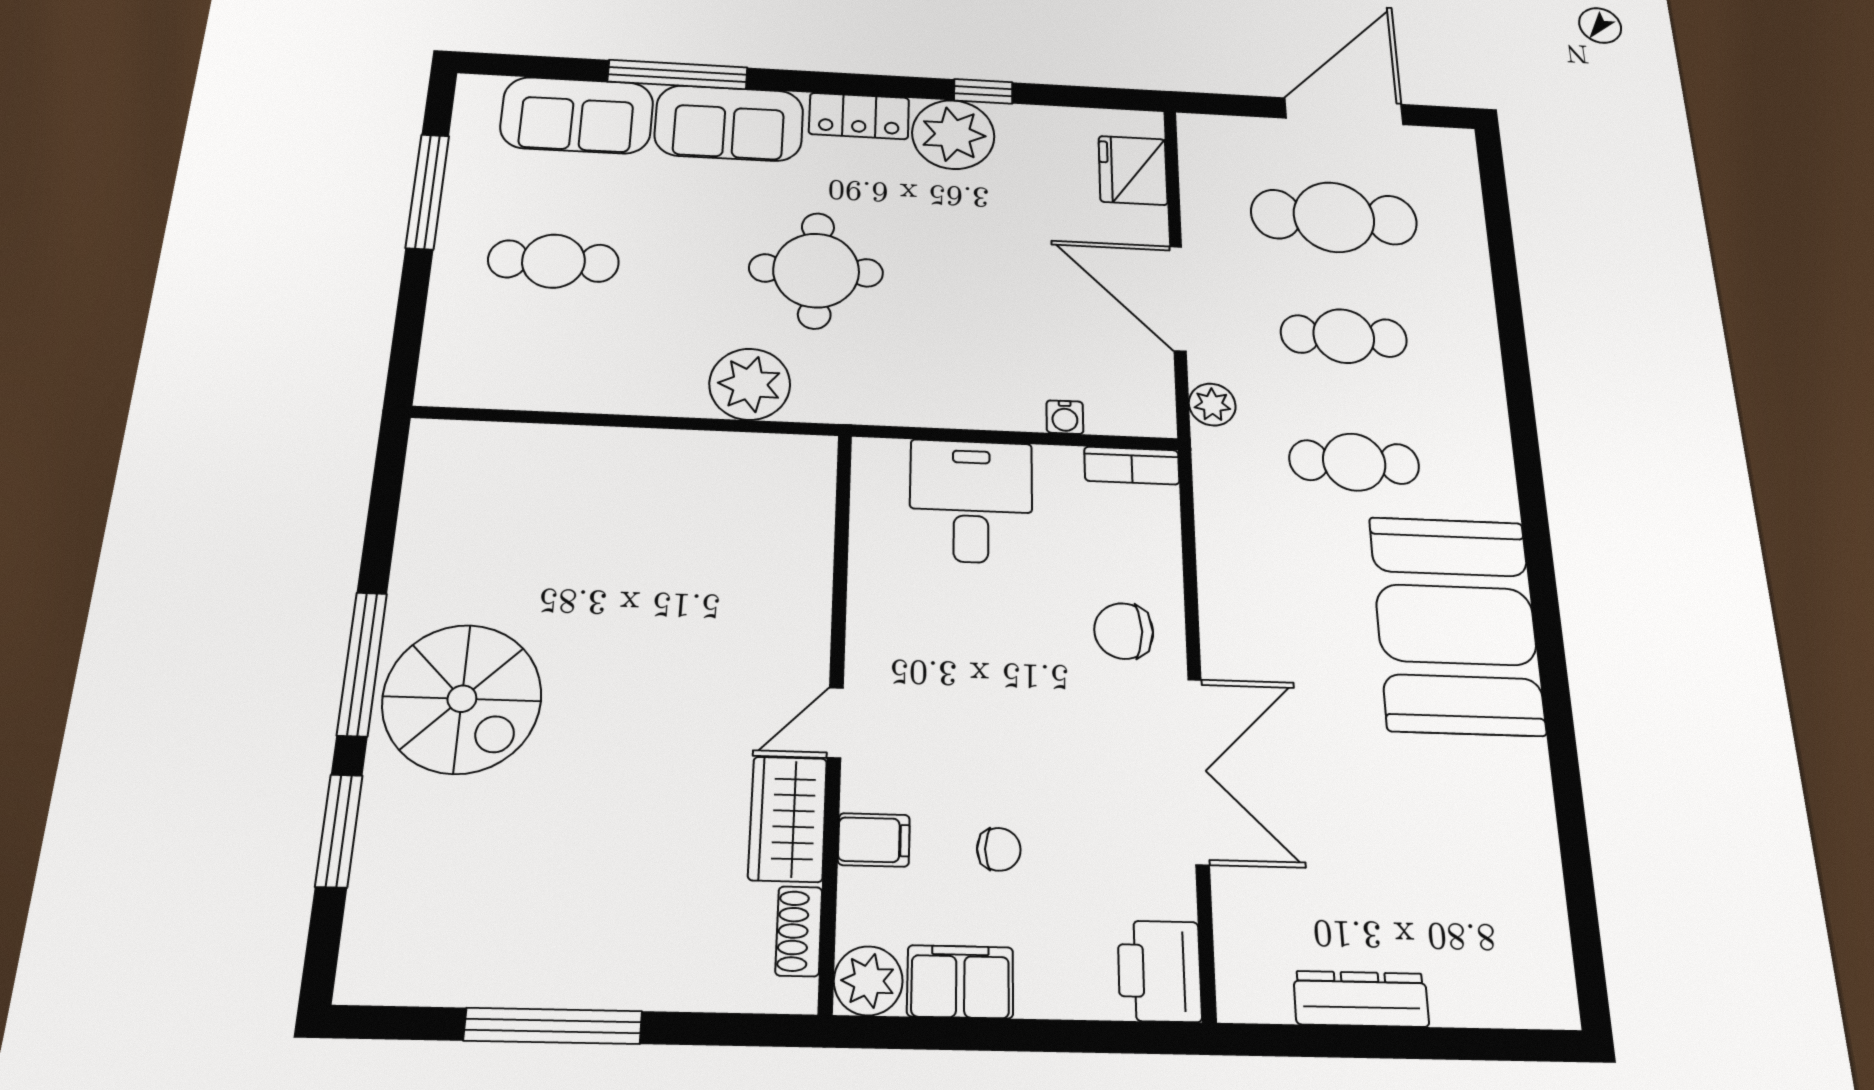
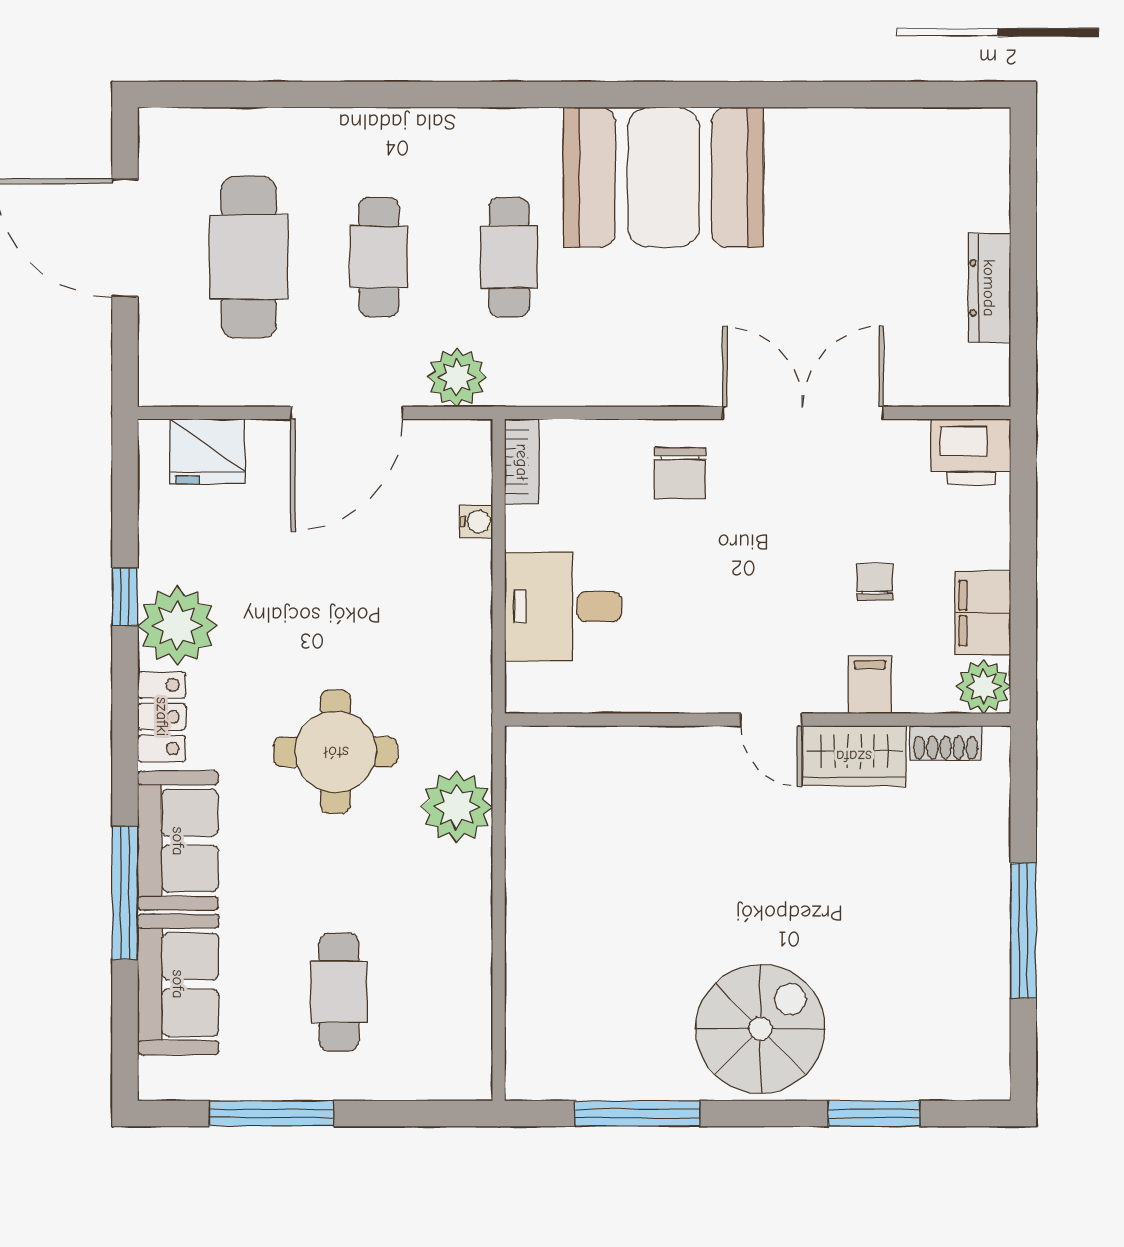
plant: (1212, 405) -> (457, 377), width x1.38, depth x1.38
window: (362, 664) -> (638, 1114), moved

